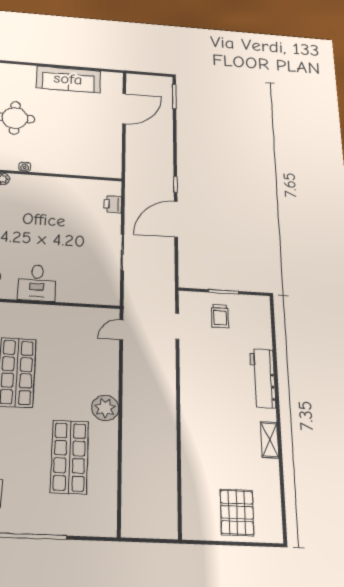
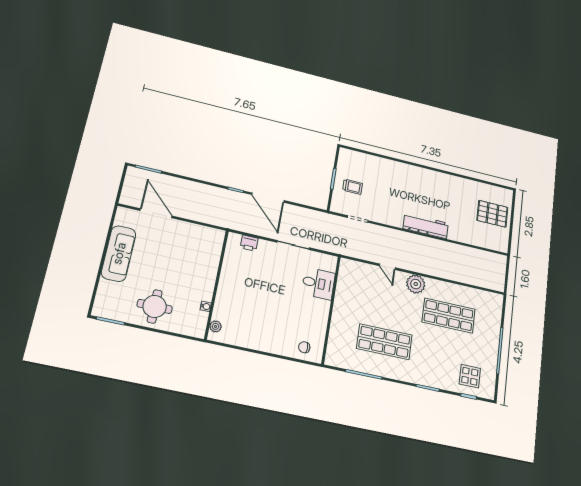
desk: (37, 283) -> (318, 283), moved
door: (121, 330) -> (387, 267), moved
workbench: (263, 378) -> (426, 226), moved, turned 180
shelving: (270, 440) -> (446, 179), removed

